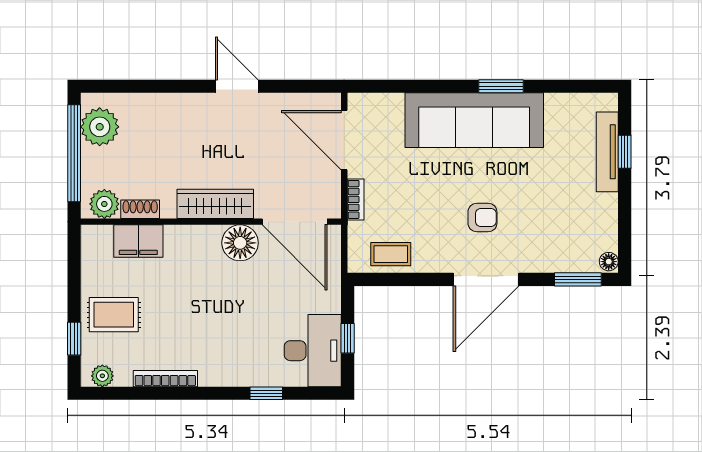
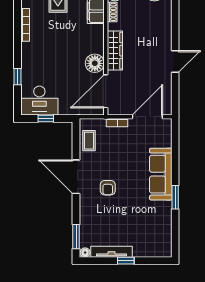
sofa: (474, 120) -> (161, 174), width x0.74, depth x0.79
tv unit: (607, 152) -> (112, 252), moved
window: (625, 152) -> (126, 261), moved
door: (486, 279) -> (76, 177), moved

